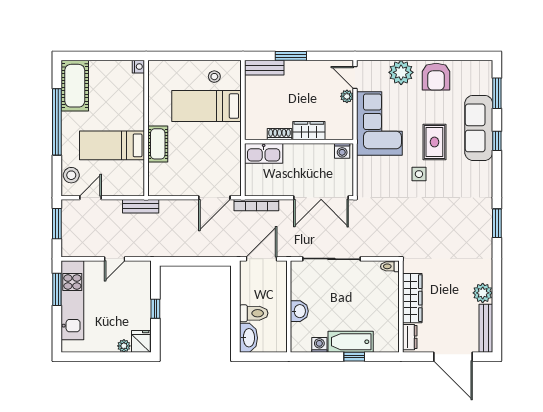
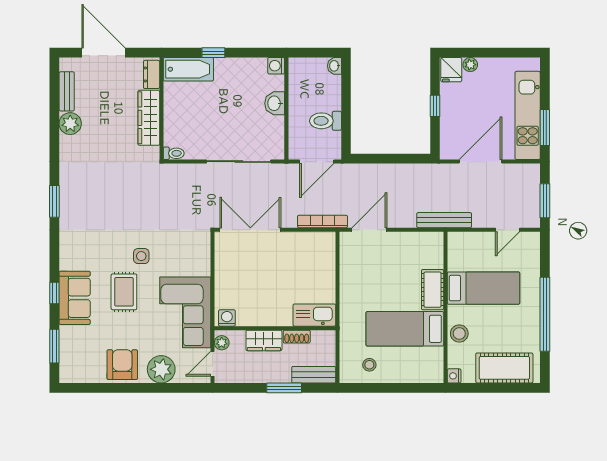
door: (355, 78) -> (213, 364), swing flipped
cot: (75, 86) -> (504, 368), moved, turned 90
bed: (207, 106) -> (405, 329), moved, turned 180
sofa: (479, 128) -> (75, 298), width x0.73
wardrobe: (309, 131) -> (264, 340), moved
shoe rack: (280, 134) -> (297, 337), moved
wall: (299, 142) -> (275, 328), moved
washing machine: (342, 151) -> (227, 318), moved
kitchen sink: (264, 153) -> (314, 315), moved
stool: (71, 175) -> (459, 334), moved
bench: (141, 206) -> (444, 220), width x1.36
door: (115, 259) -> (480, 162), width x1.87
toilet: (254, 313) -> (325, 121), moved
bench: (486, 328) -> (67, 91), width x0.73
washbasin: (248, 338) -> (334, 66), width x0.52, depth x0.69
bathtub: (351, 342) -> (188, 69), moved
washing machine: (319, 345) -> (276, 66), moved, turned 90

